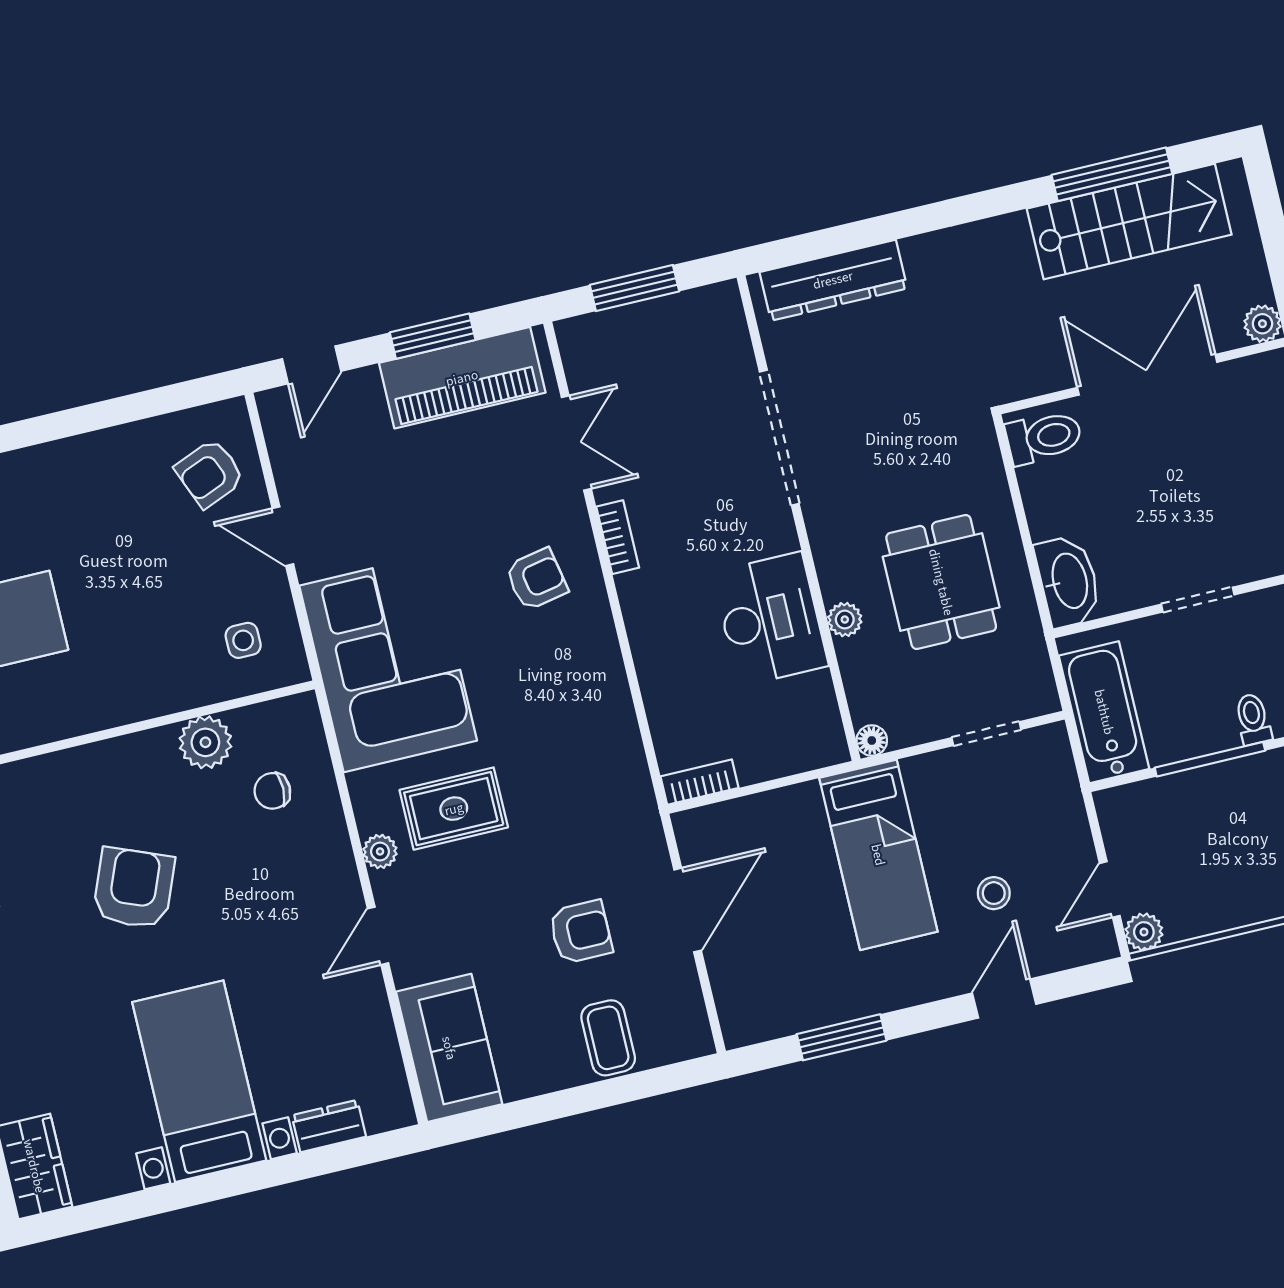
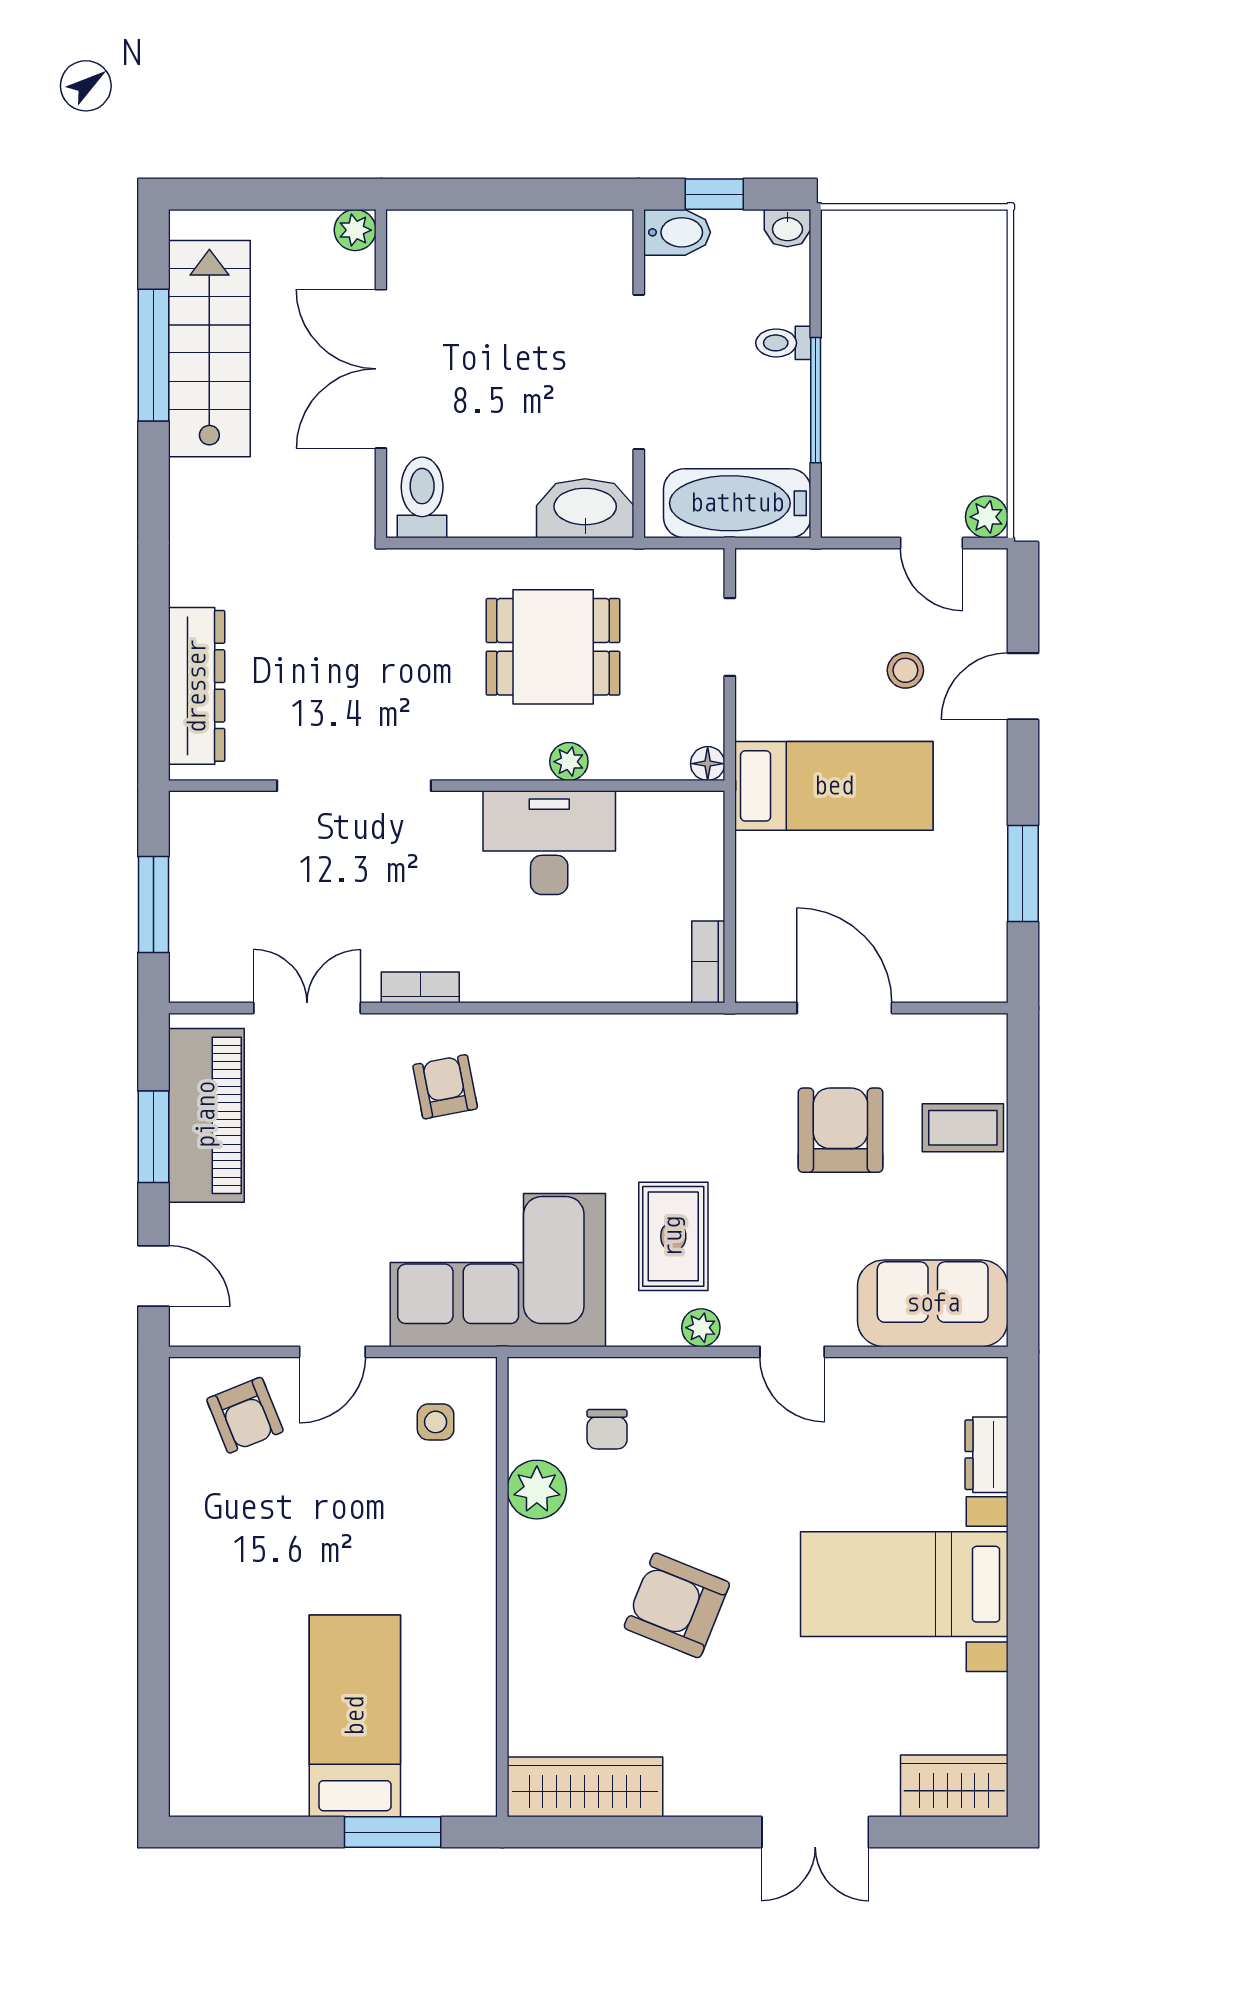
doorway: (1198, 600) -> (639, 372), width x1.88
armchair: (581, 932) -> (840, 1130), width x1.38, depth x1.38
door: (1004, 999) -> (1023, 686), hinge flipped

